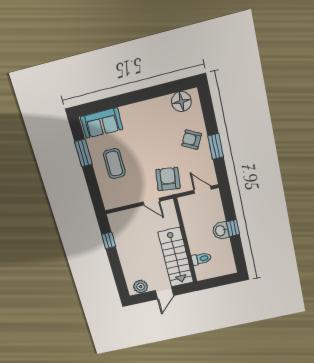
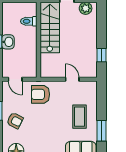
armchair: (168, 179) -> (40, 94), turned 83
door: (151, 202) -> (72, 79), moved

